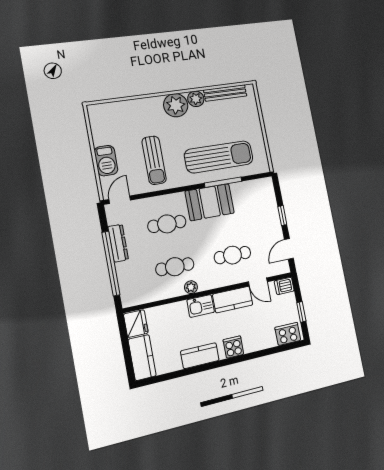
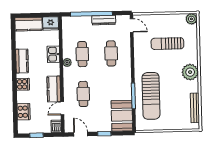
plant: (196, 99) -> (191, 19), moved
sun lounger: (154, 160) -> (167, 44), moved
barbecue: (106, 161) -> (158, 21), removed
booth: (210, 202) -> (122, 116), moved
kitchen sink: (201, 306) -> (53, 54), moved
cooker: (288, 334) -> (24, 112), moved

